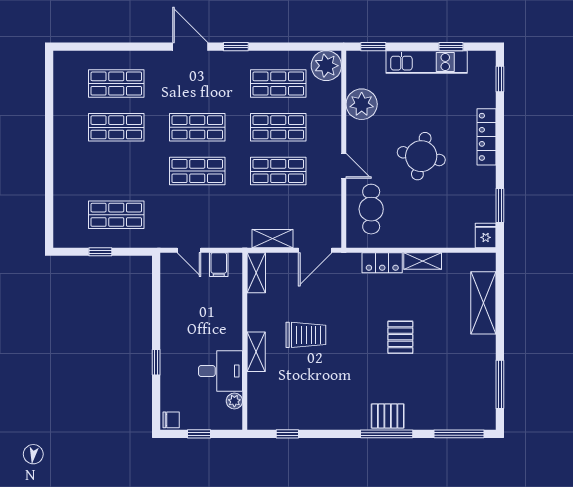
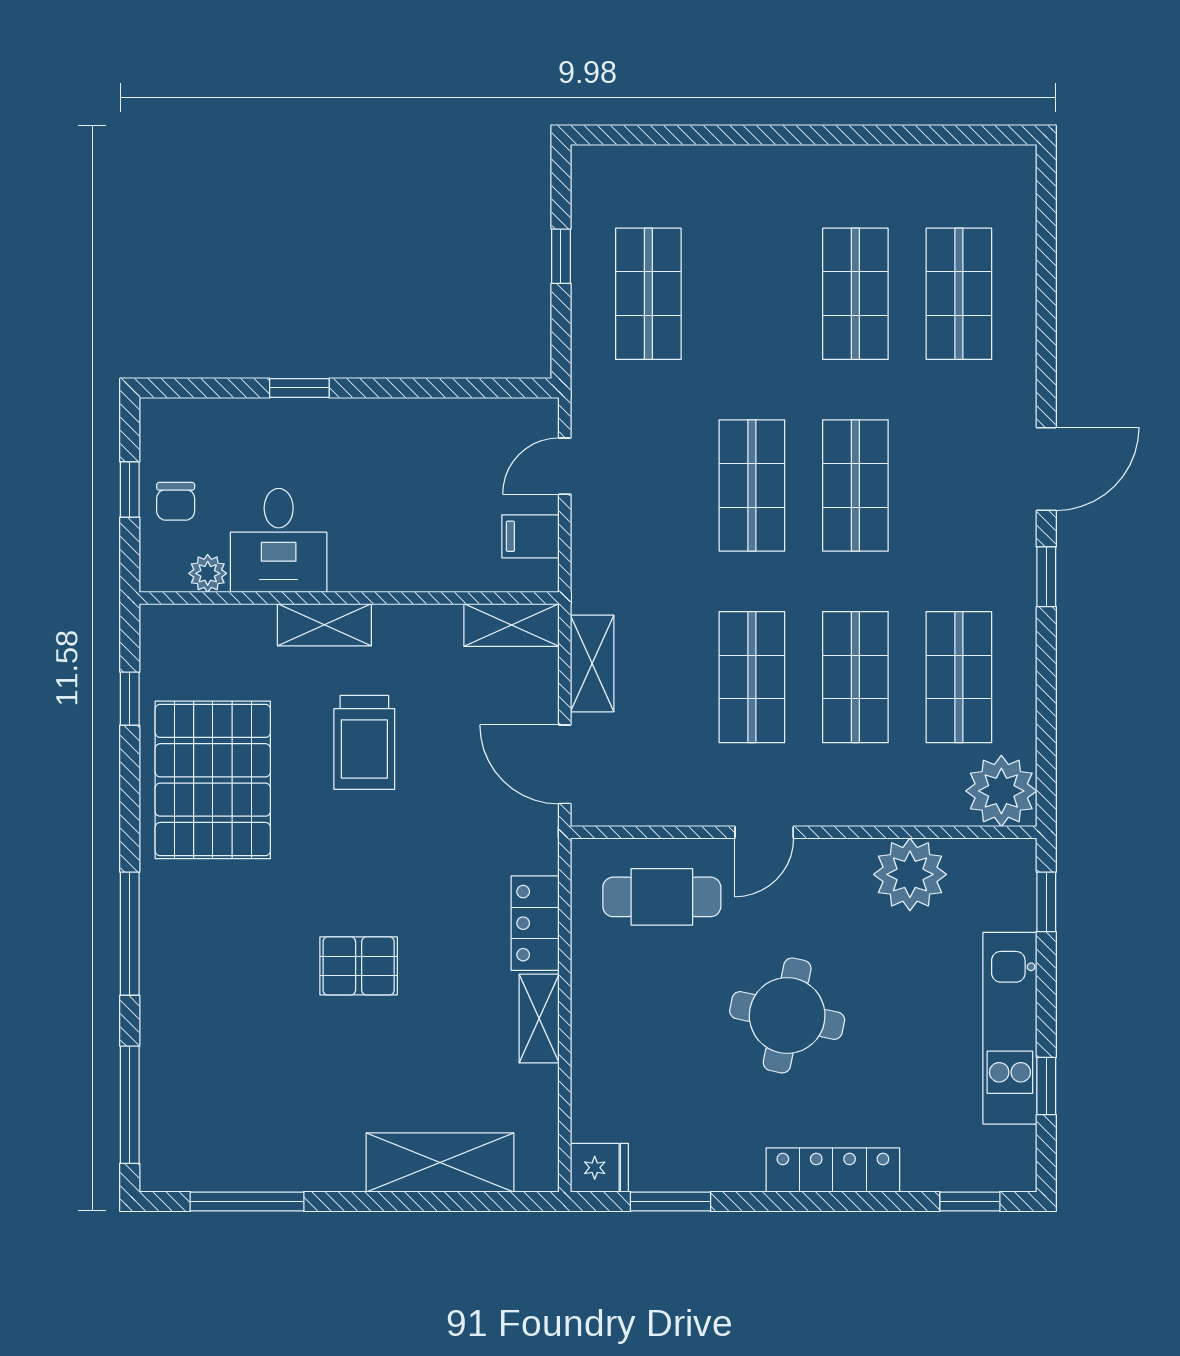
pallet: (388, 416) -> (213, 780), moved, width x2.05, depth x2.00
chair: (171, 420) -> (176, 501), moved

